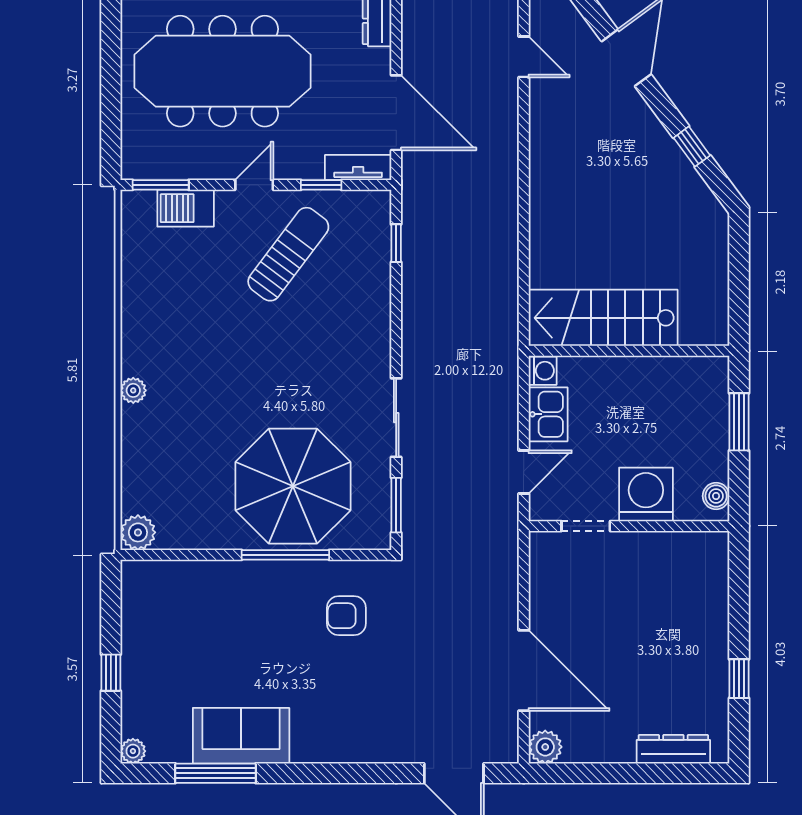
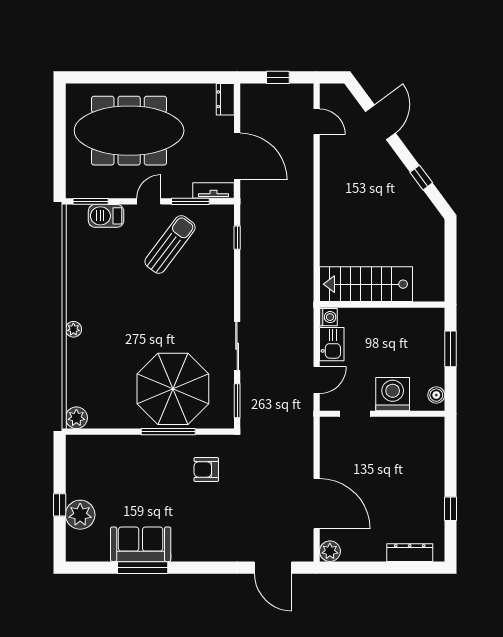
window: (321, 185) -> (190, 201), width x1.50
plant: (133, 751) -> (80, 515), moved, width x1.87, depth x1.87
window: (216, 773) -> (143, 568), moved

